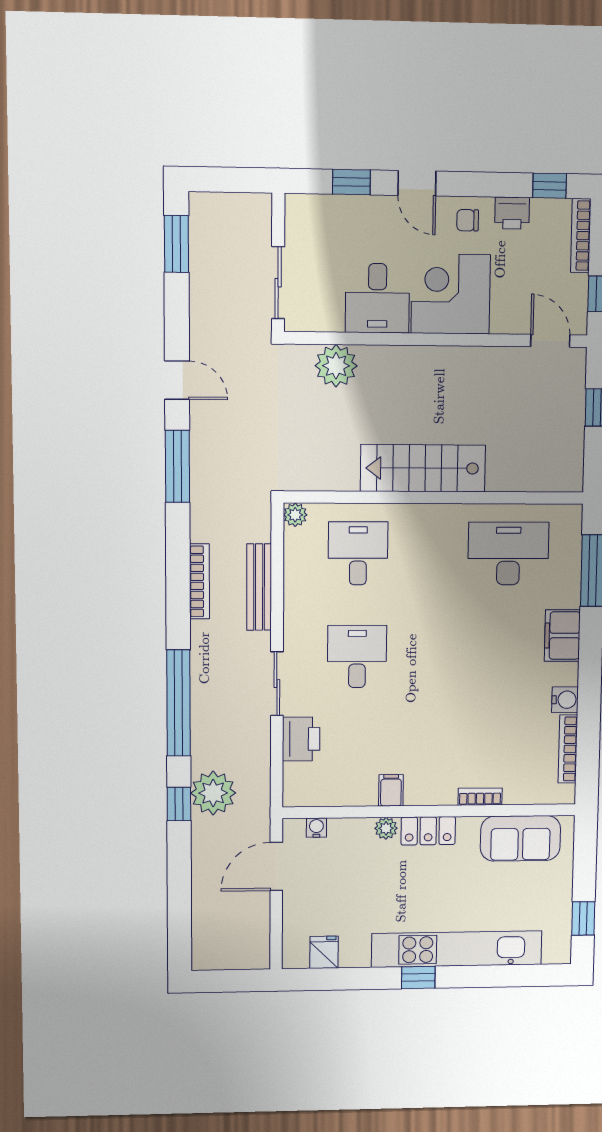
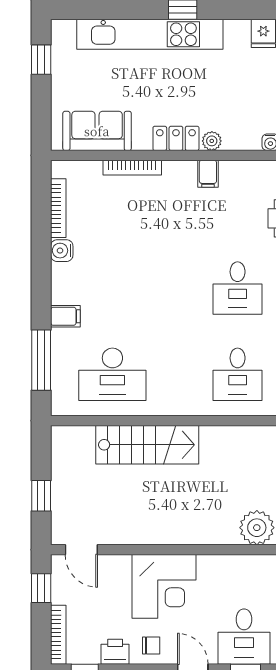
desk: (377, 298) -> (244, 637), moved, turned 180
stairs: (423, 468) -> (147, 445), moved
filing cabinet: (562, 636) -> (65, 316), width x0.50
bookcase: (480, 797) -> (132, 168), width x1.56

